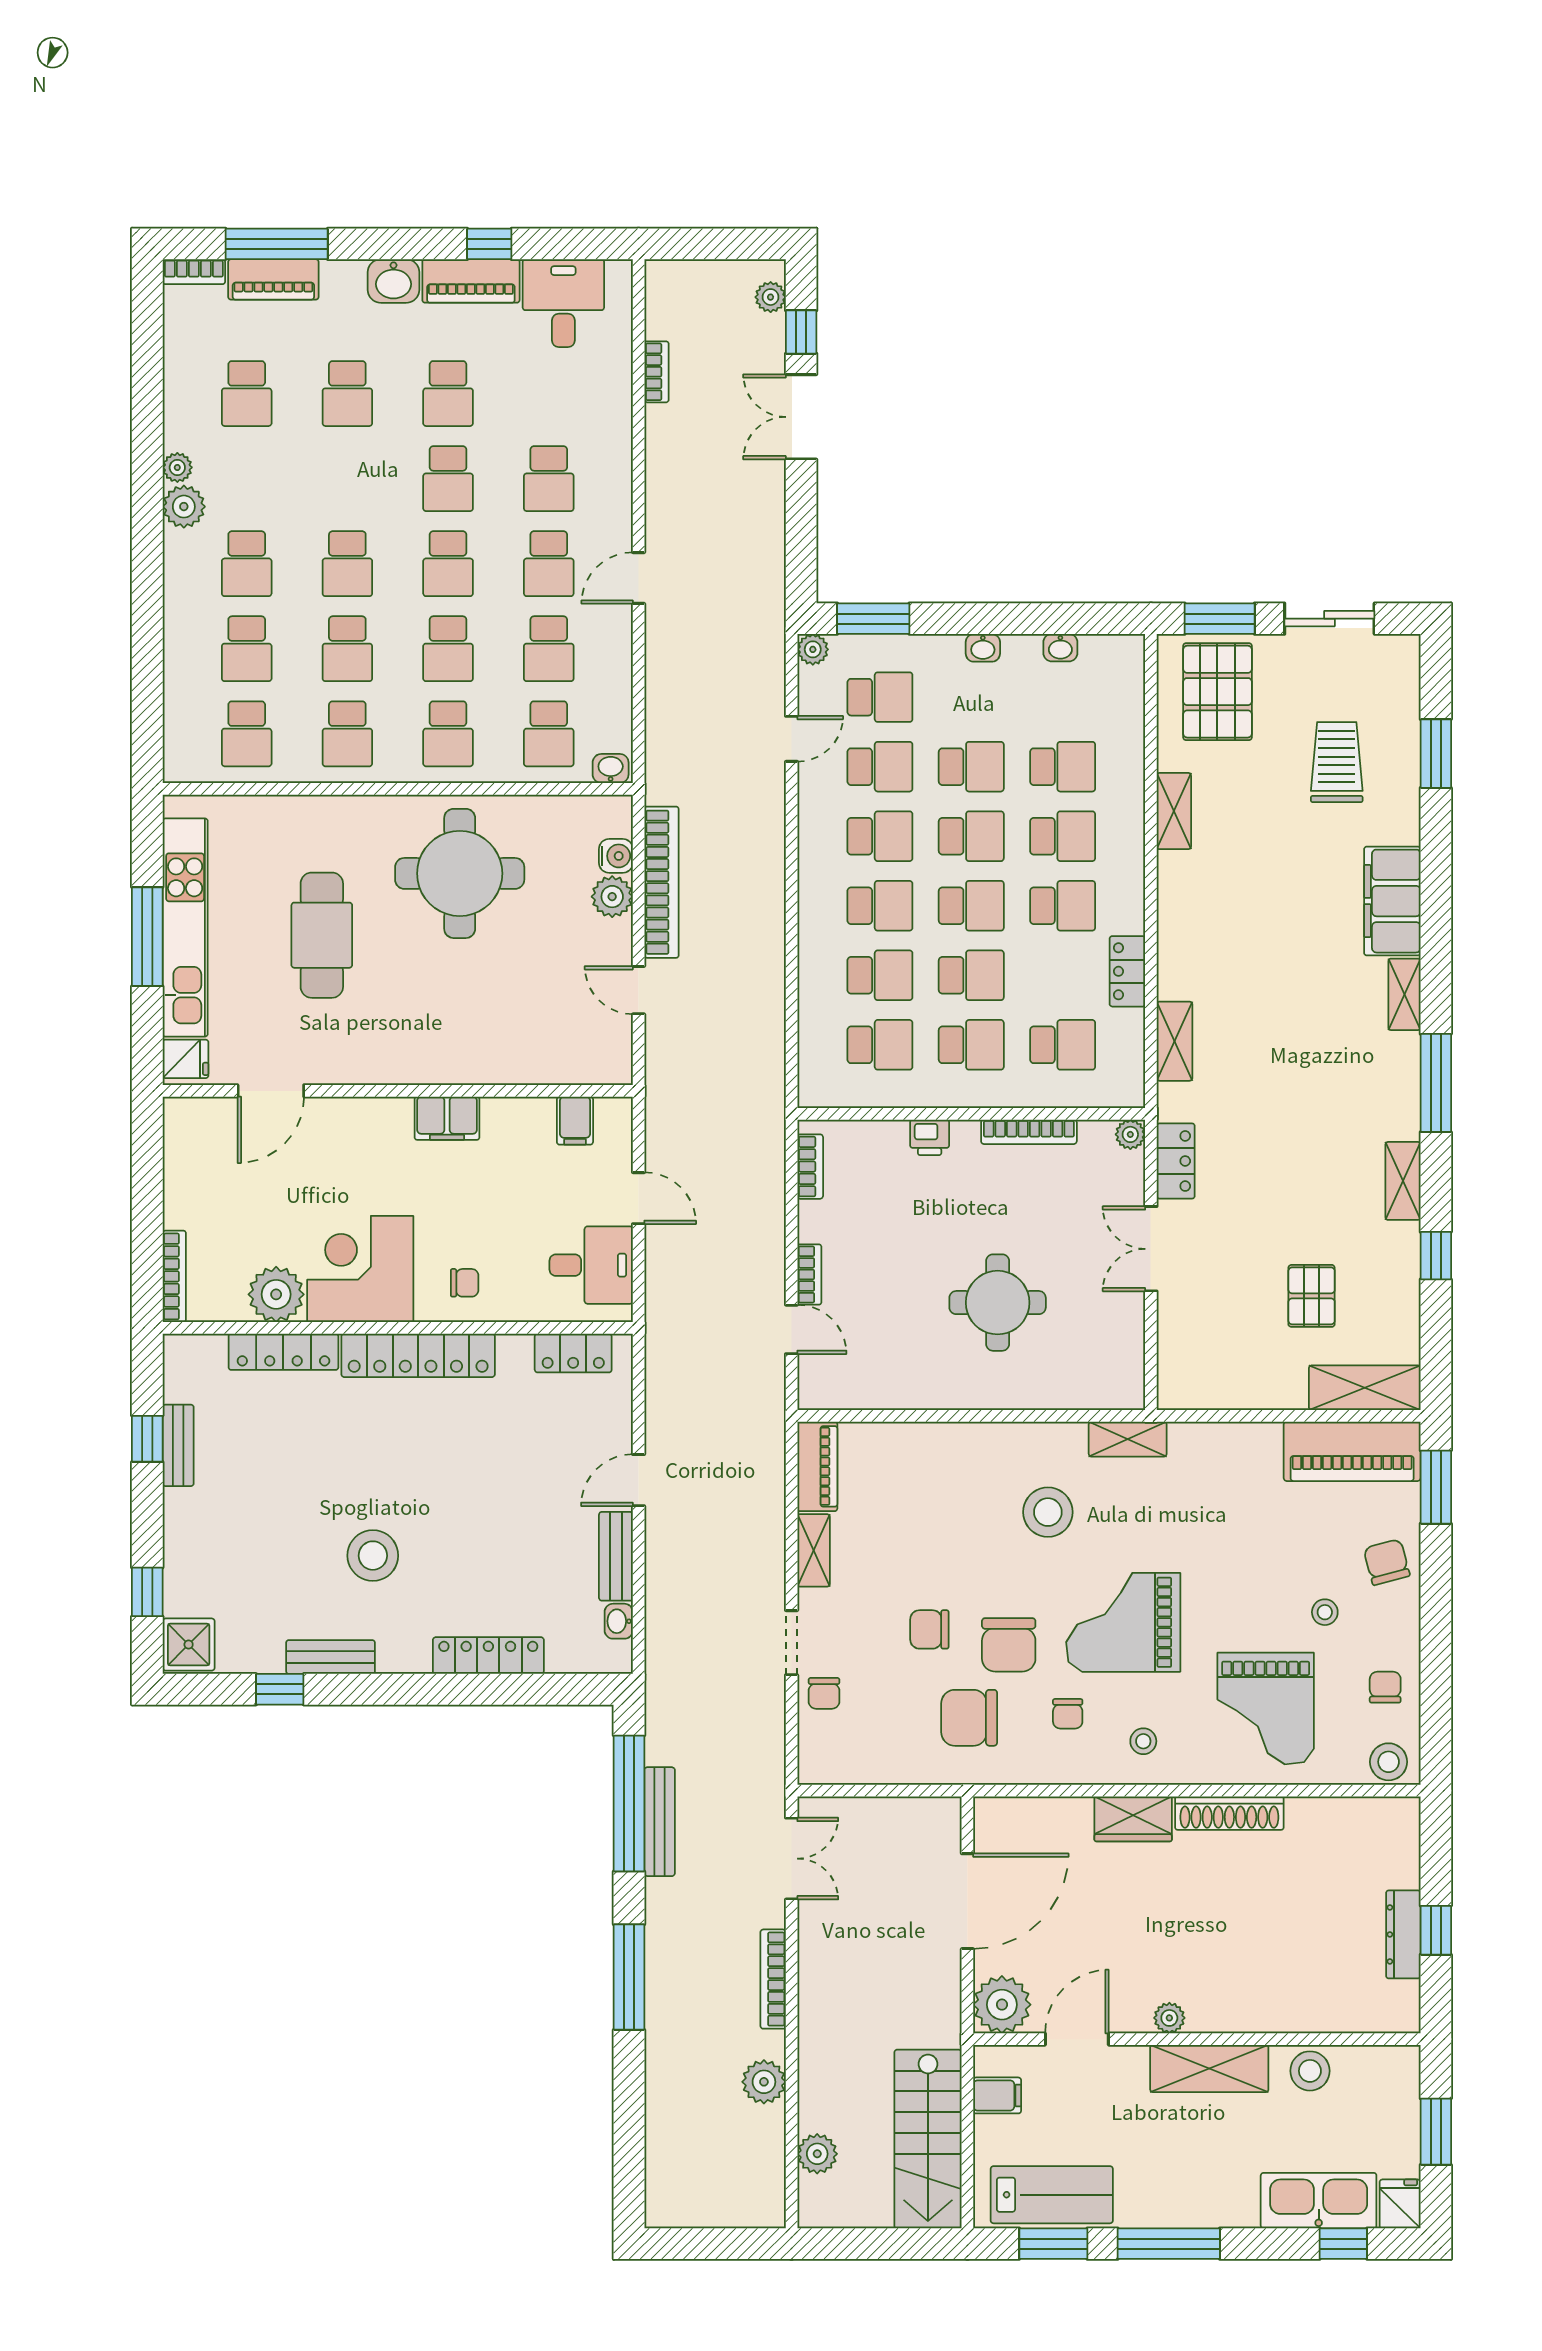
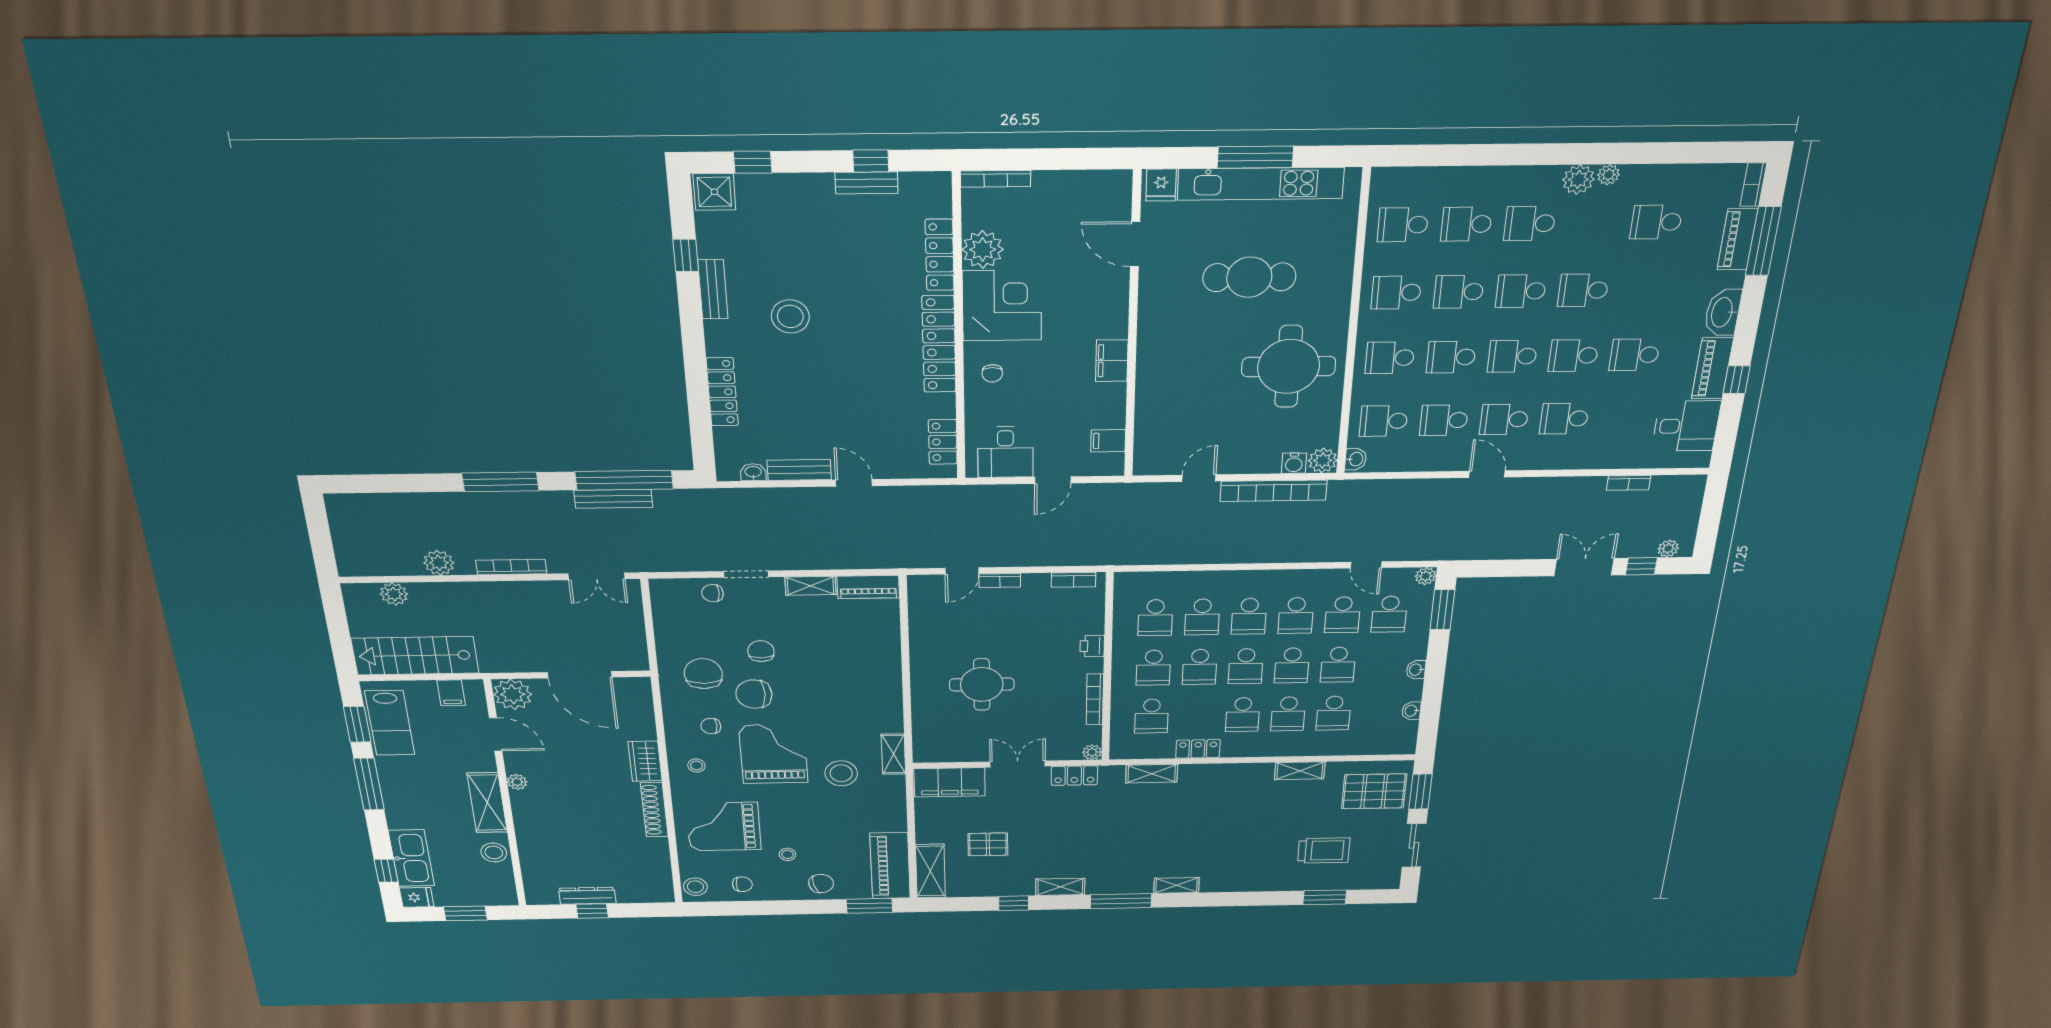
washbasin: (393, 281) -> (1723, 312), width x1.38
school desk: (347, 394) -> (1583, 290), moved
plant: (612, 897) -> (1323, 461), moved
filing cabinet: (1392, 901) -> (950, 782), moved, turned 180
stool: (1048, 1512) -> (841, 773), moved

